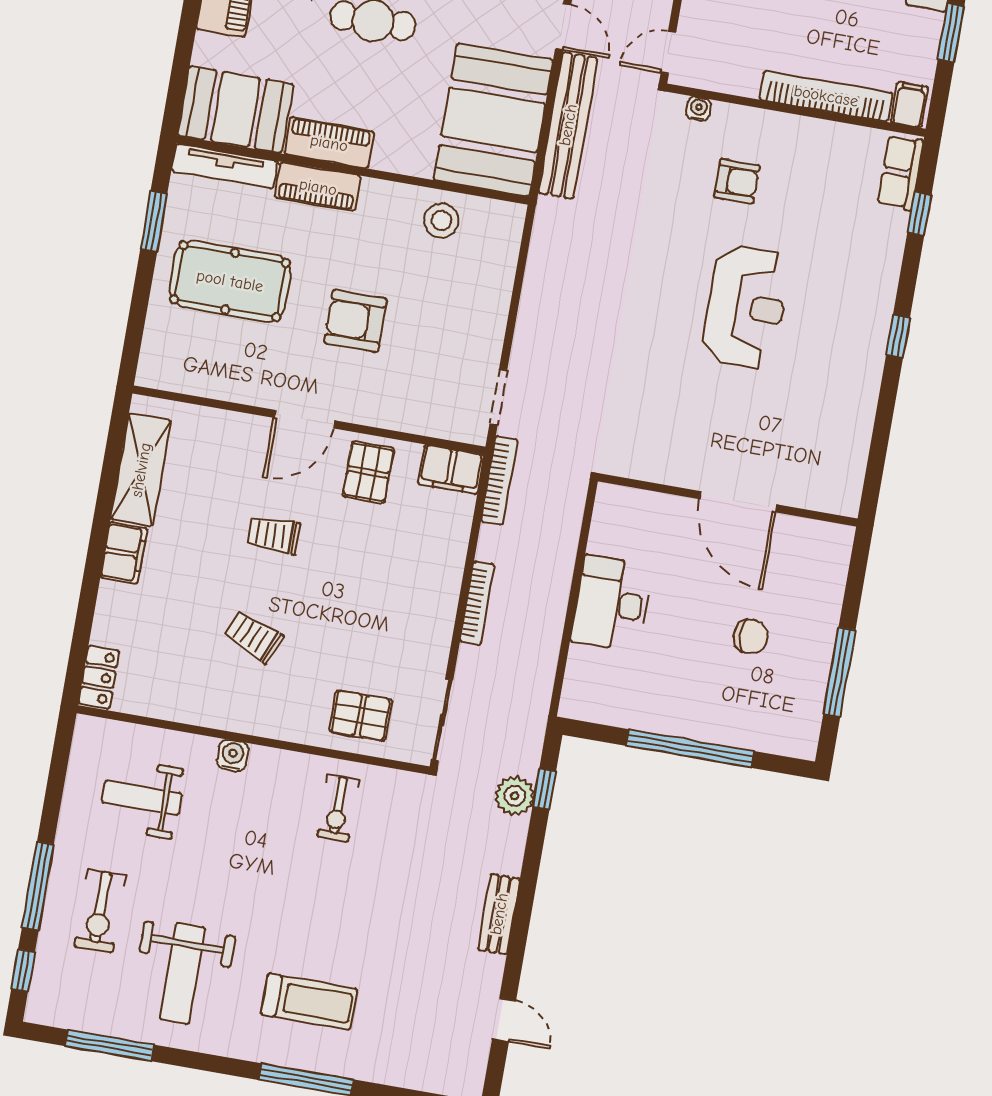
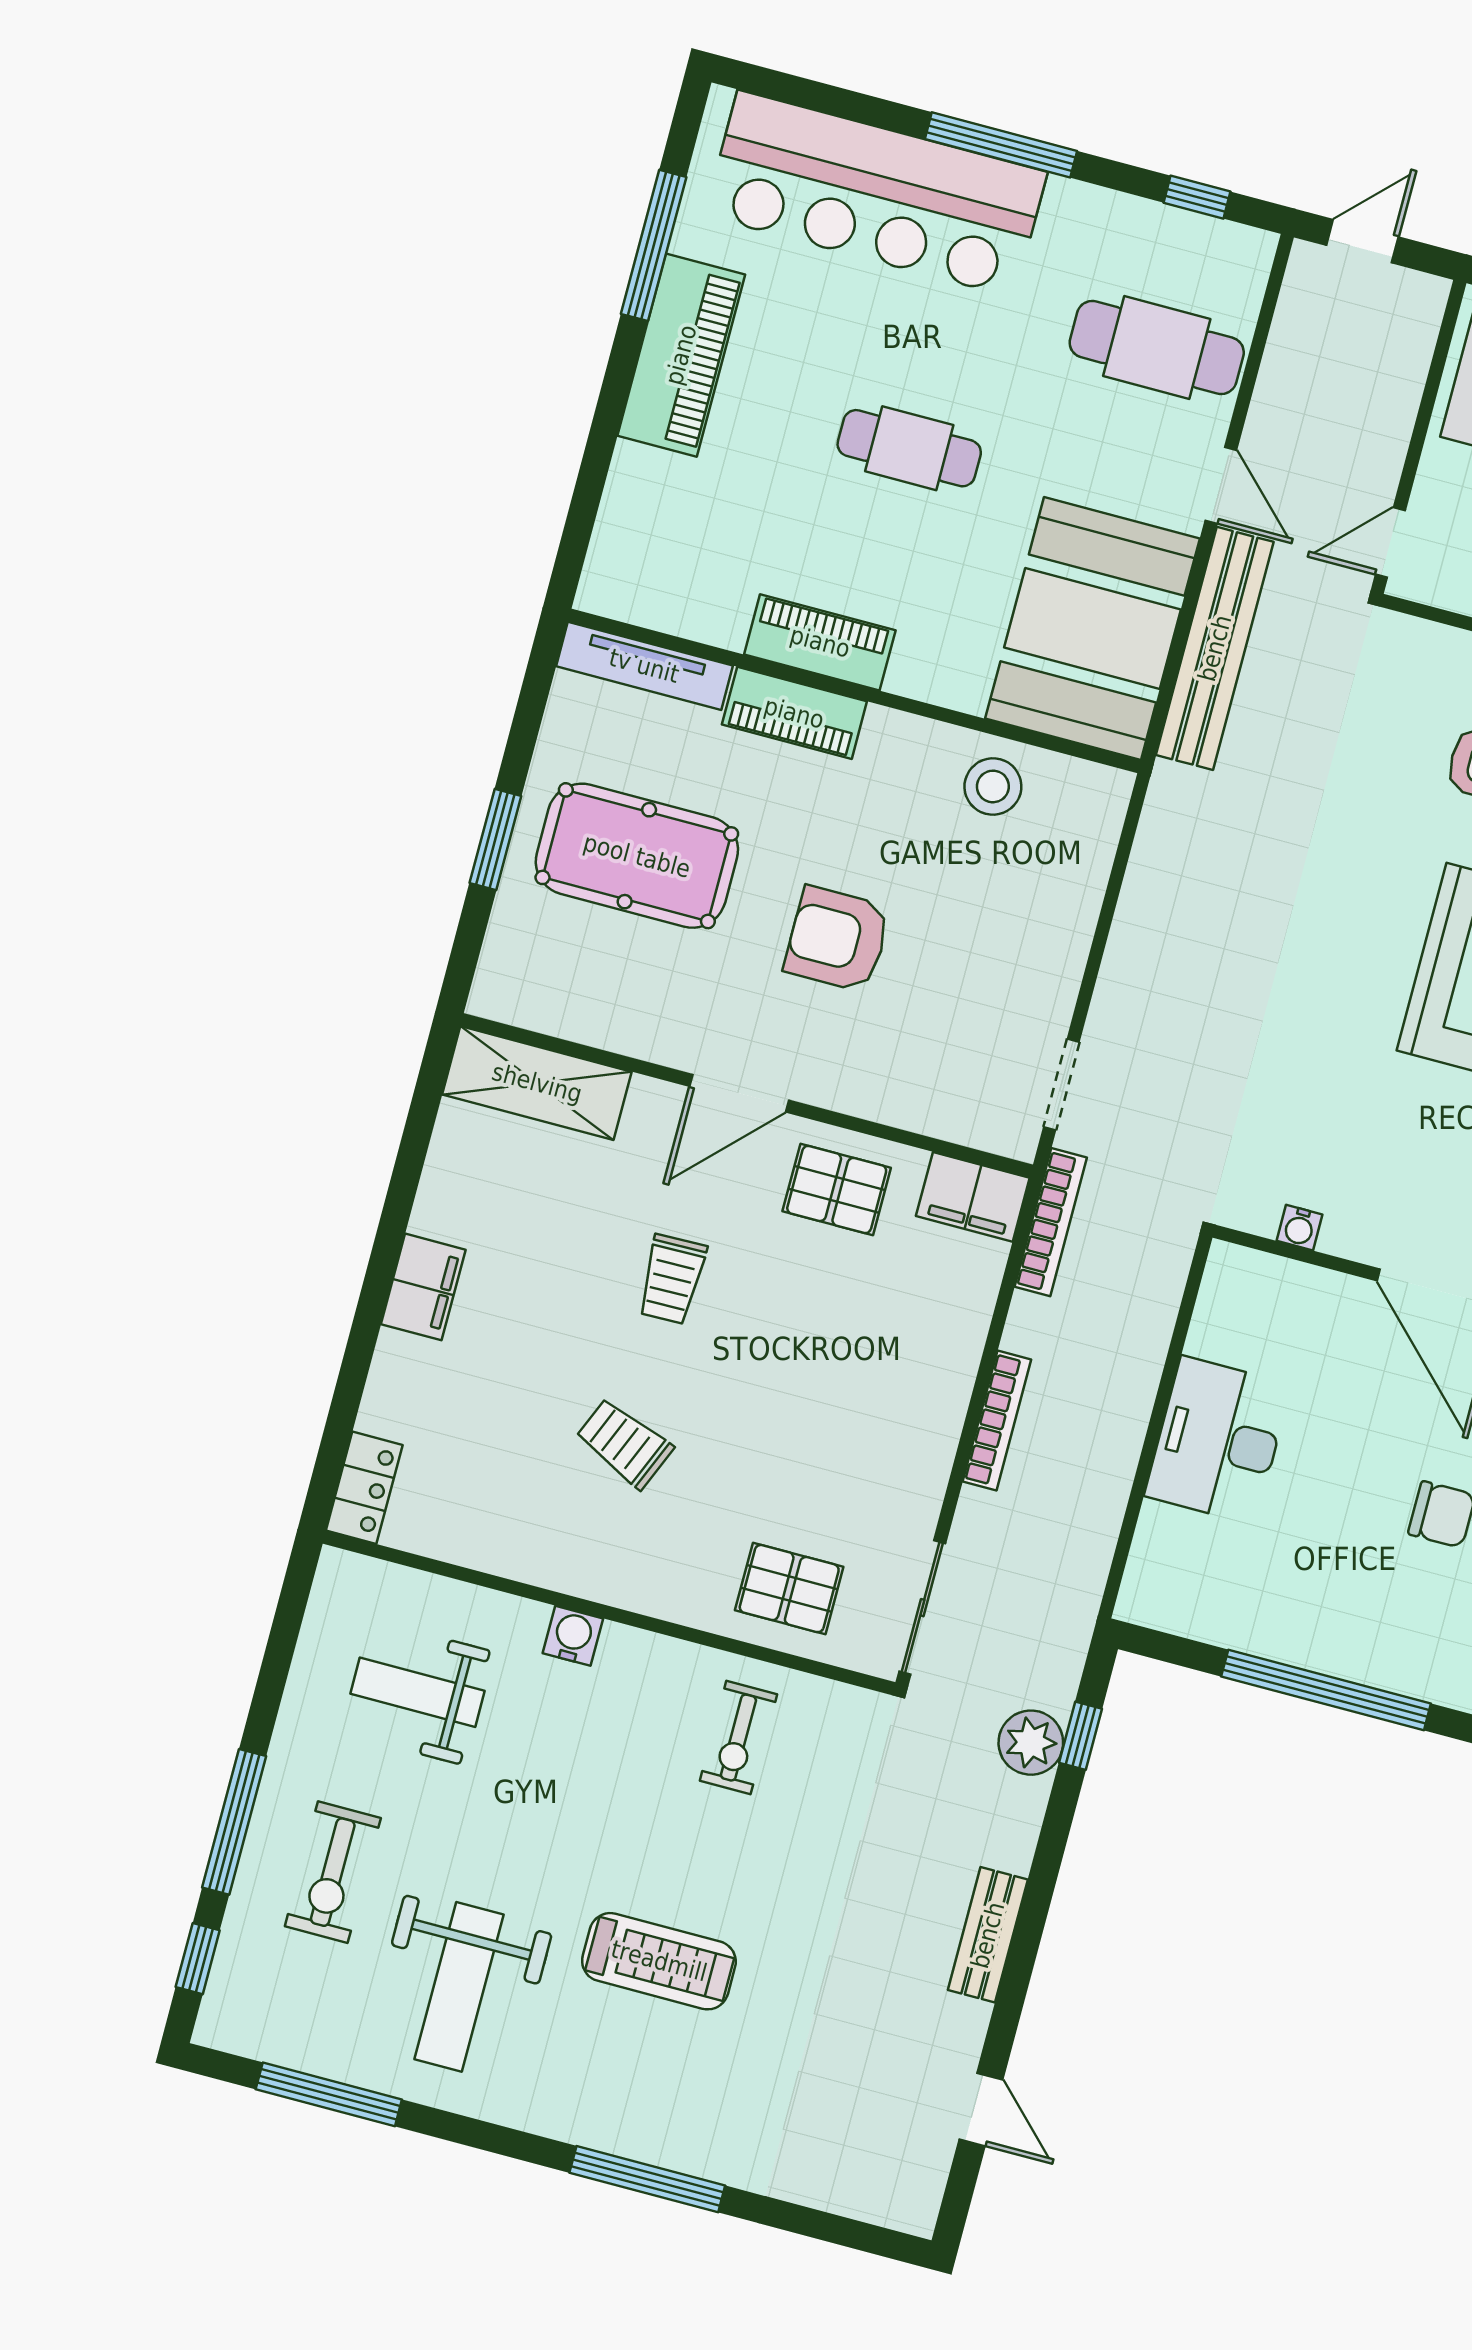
water cooler: (699, 109) -> (1300, 1228), moved, turned 180
booth: (236, 110) -> (671, 575), removed
window: (154, 221) -> (495, 840), moved
shelving: (141, 470) -> (537, 1083), moved, turned 90
pallet: (368, 472) -> (837, 1189), turned 90
trolley: (274, 535) -> (672, 1279), turned -91
treadmill: (309, 1002) -> (659, 1961), moved

